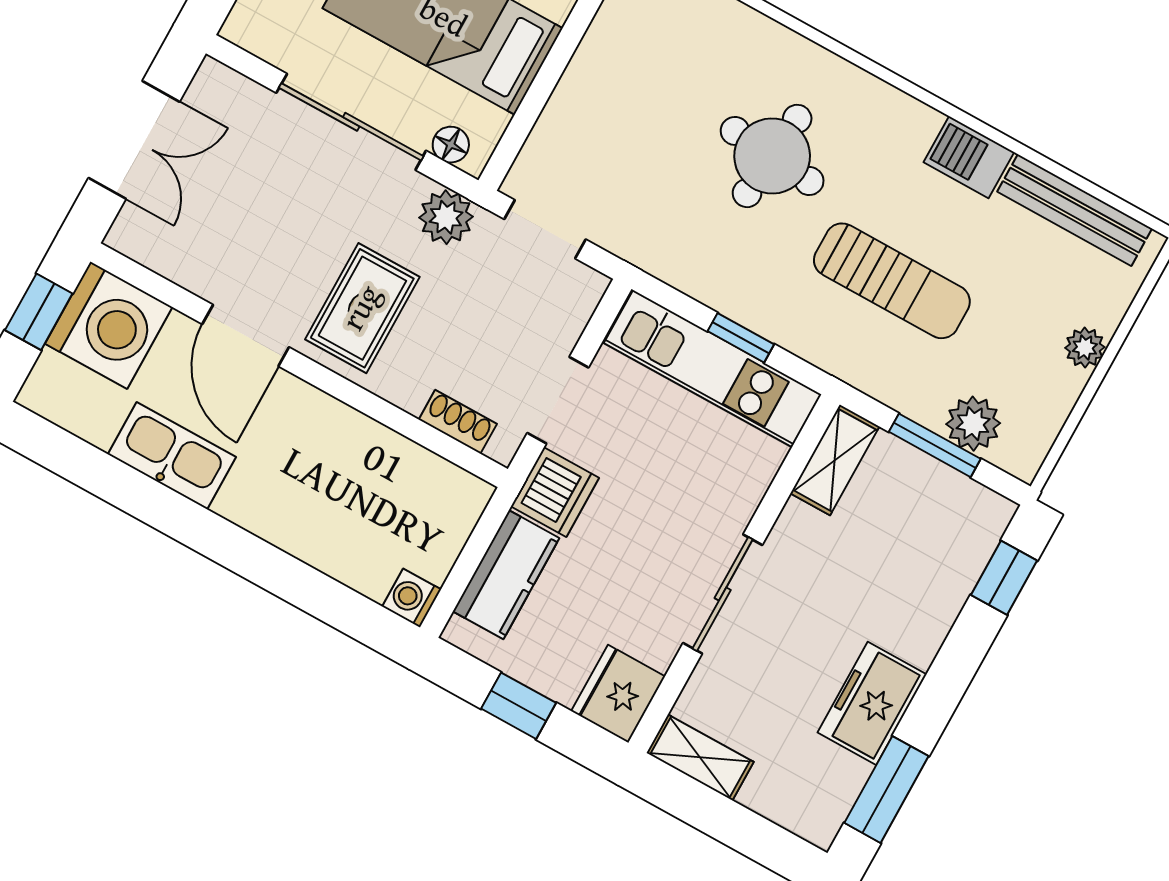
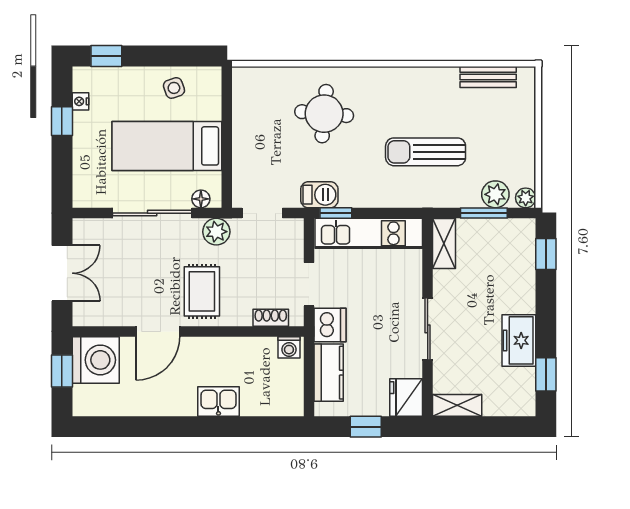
round table: (772, 156) -> (324, 114), moved
barbecue: (969, 157) -> (319, 195), moved, turned 180
bench: (1075, 210) -> (488, 77), width x0.73
sun lounger: (892, 281) -> (426, 152), turned 180
door: (246, 336) -> (158, 331), hinge flipped
window: (741, 338) -> (336, 213), moved
plant: (1085, 348) -> (526, 198), moved
kitchen sink: (172, 456) -> (218, 401), moved, width x0.73
washing machine: (412, 598) -> (289, 347), moved, turned -90
window: (886, 790) -> (546, 374), width x0.67

